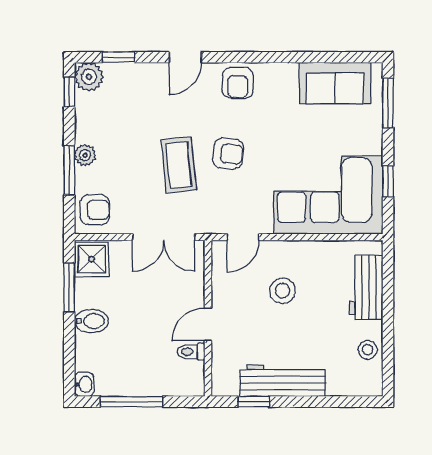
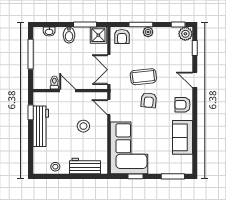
sofa: (335, 83) -> (182, 137), moved
washbasin: (84, 384) -> (49, 32), moved

